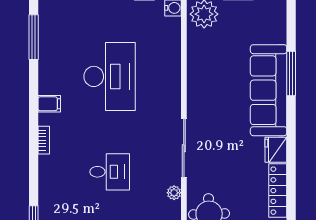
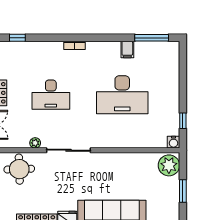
filing cabinet: (49, 104) -> (127, 49), moved
desk: (110, 172) -> (51, 95), width x1.37

